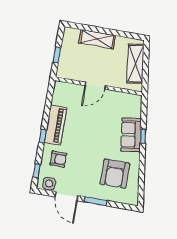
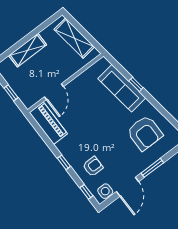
door: (95, 86) -> (54, 92), moved
piano: (55, 125) -> (48, 123), moved
sofa: (131, 135) -> (122, 88), width x1.36
door: (67, 196) -> (128, 187), hinge flipped

